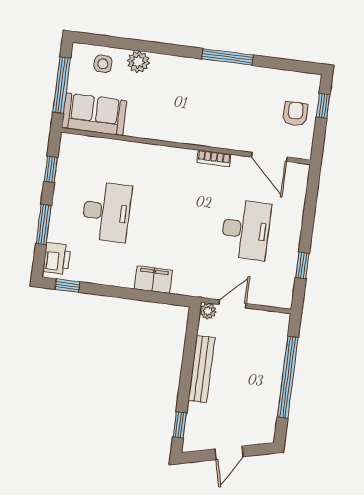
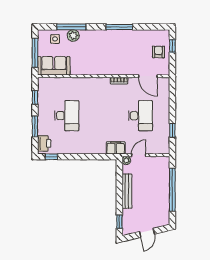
window: (137, 45) -> (71, 27), added
filing cabinet: (153, 280) -> (116, 148), moved

